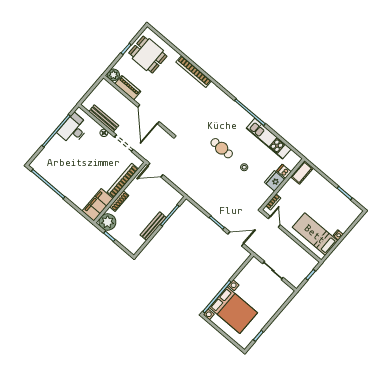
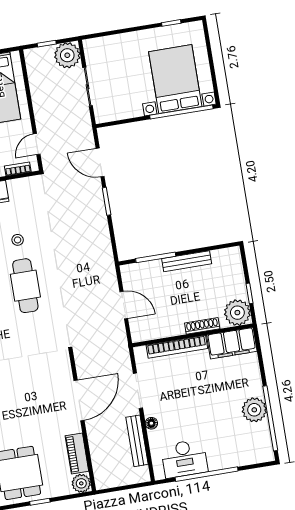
cafe table: (222, 148) -> (25, 286), width x1.37, depth x1.35
door: (155, 170) -> (124, 305), moved
plant: (59, 182) -> (254, 410), added
plant: (296, 278) -> (67, 55), added

